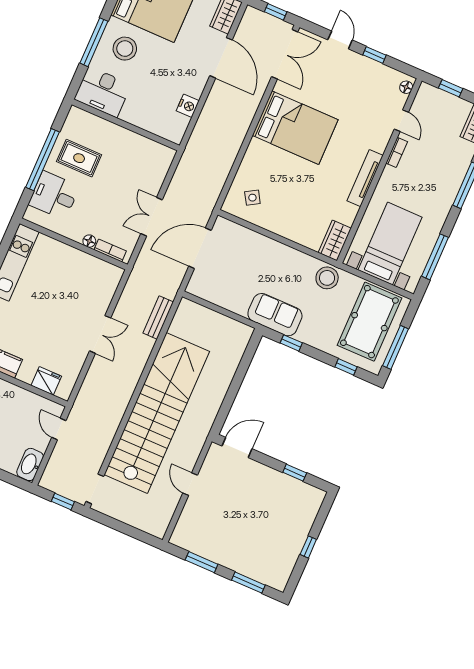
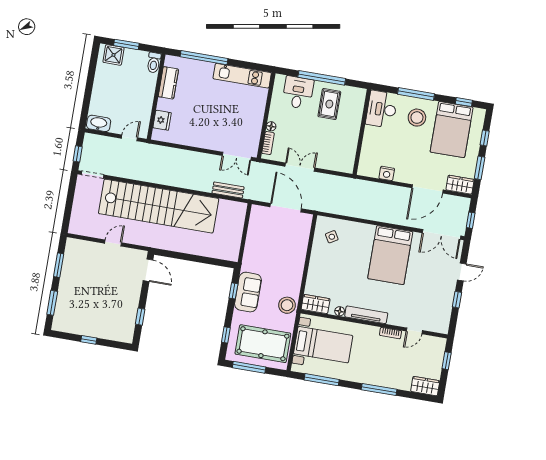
floor lamp: (406, 87) -> (340, 311), moved
sofa: (275, 315) -> (248, 292), moved
double door: (100, 334) -> (237, 156), moved

